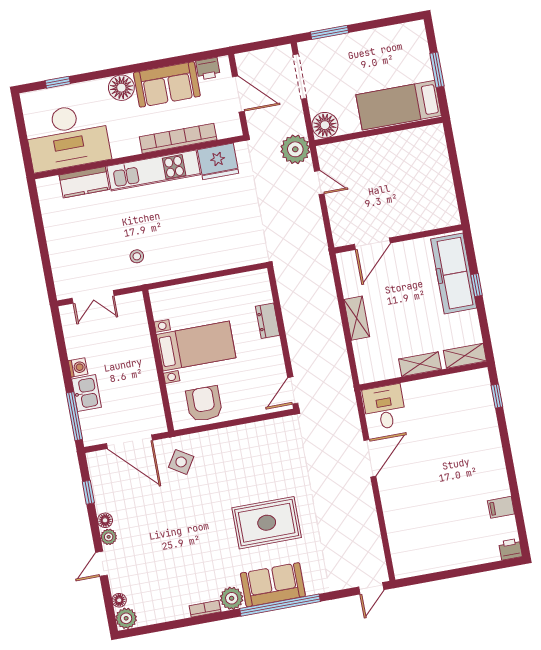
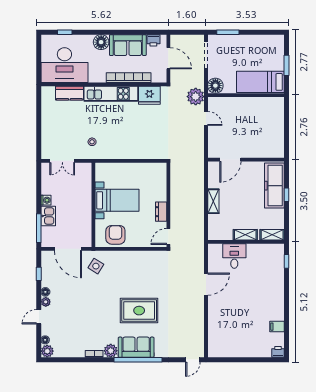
dresser: (268, 321) -> (161, 212), moved
desk: (384, 407) -> (234, 256), moved

